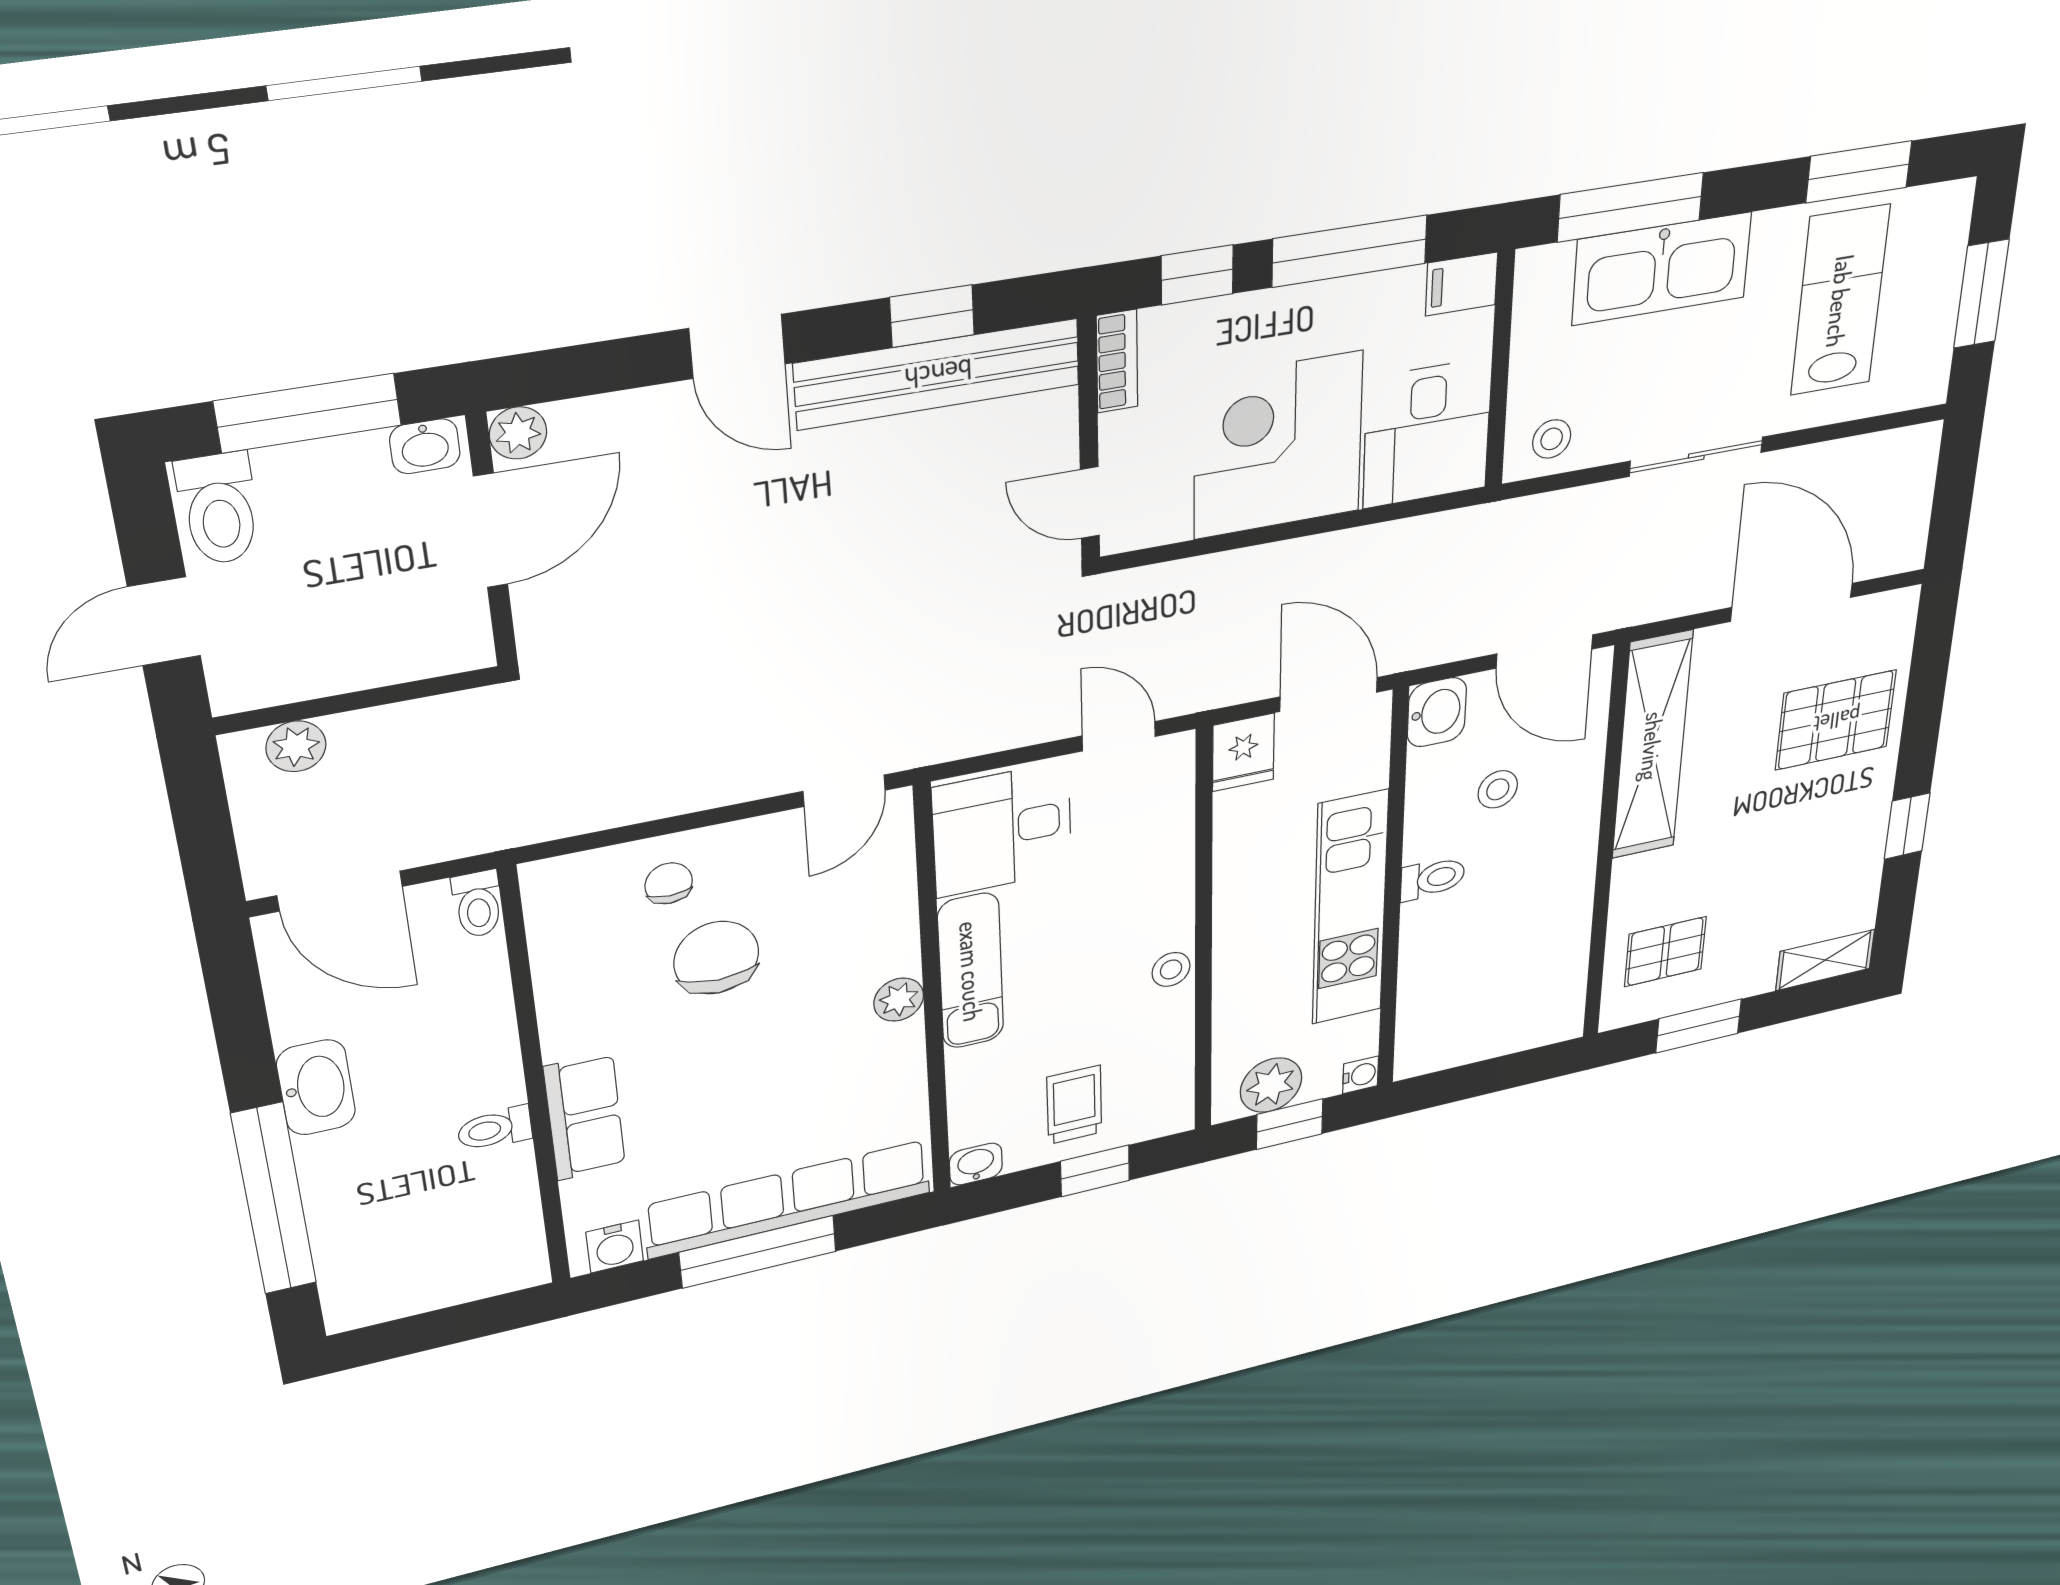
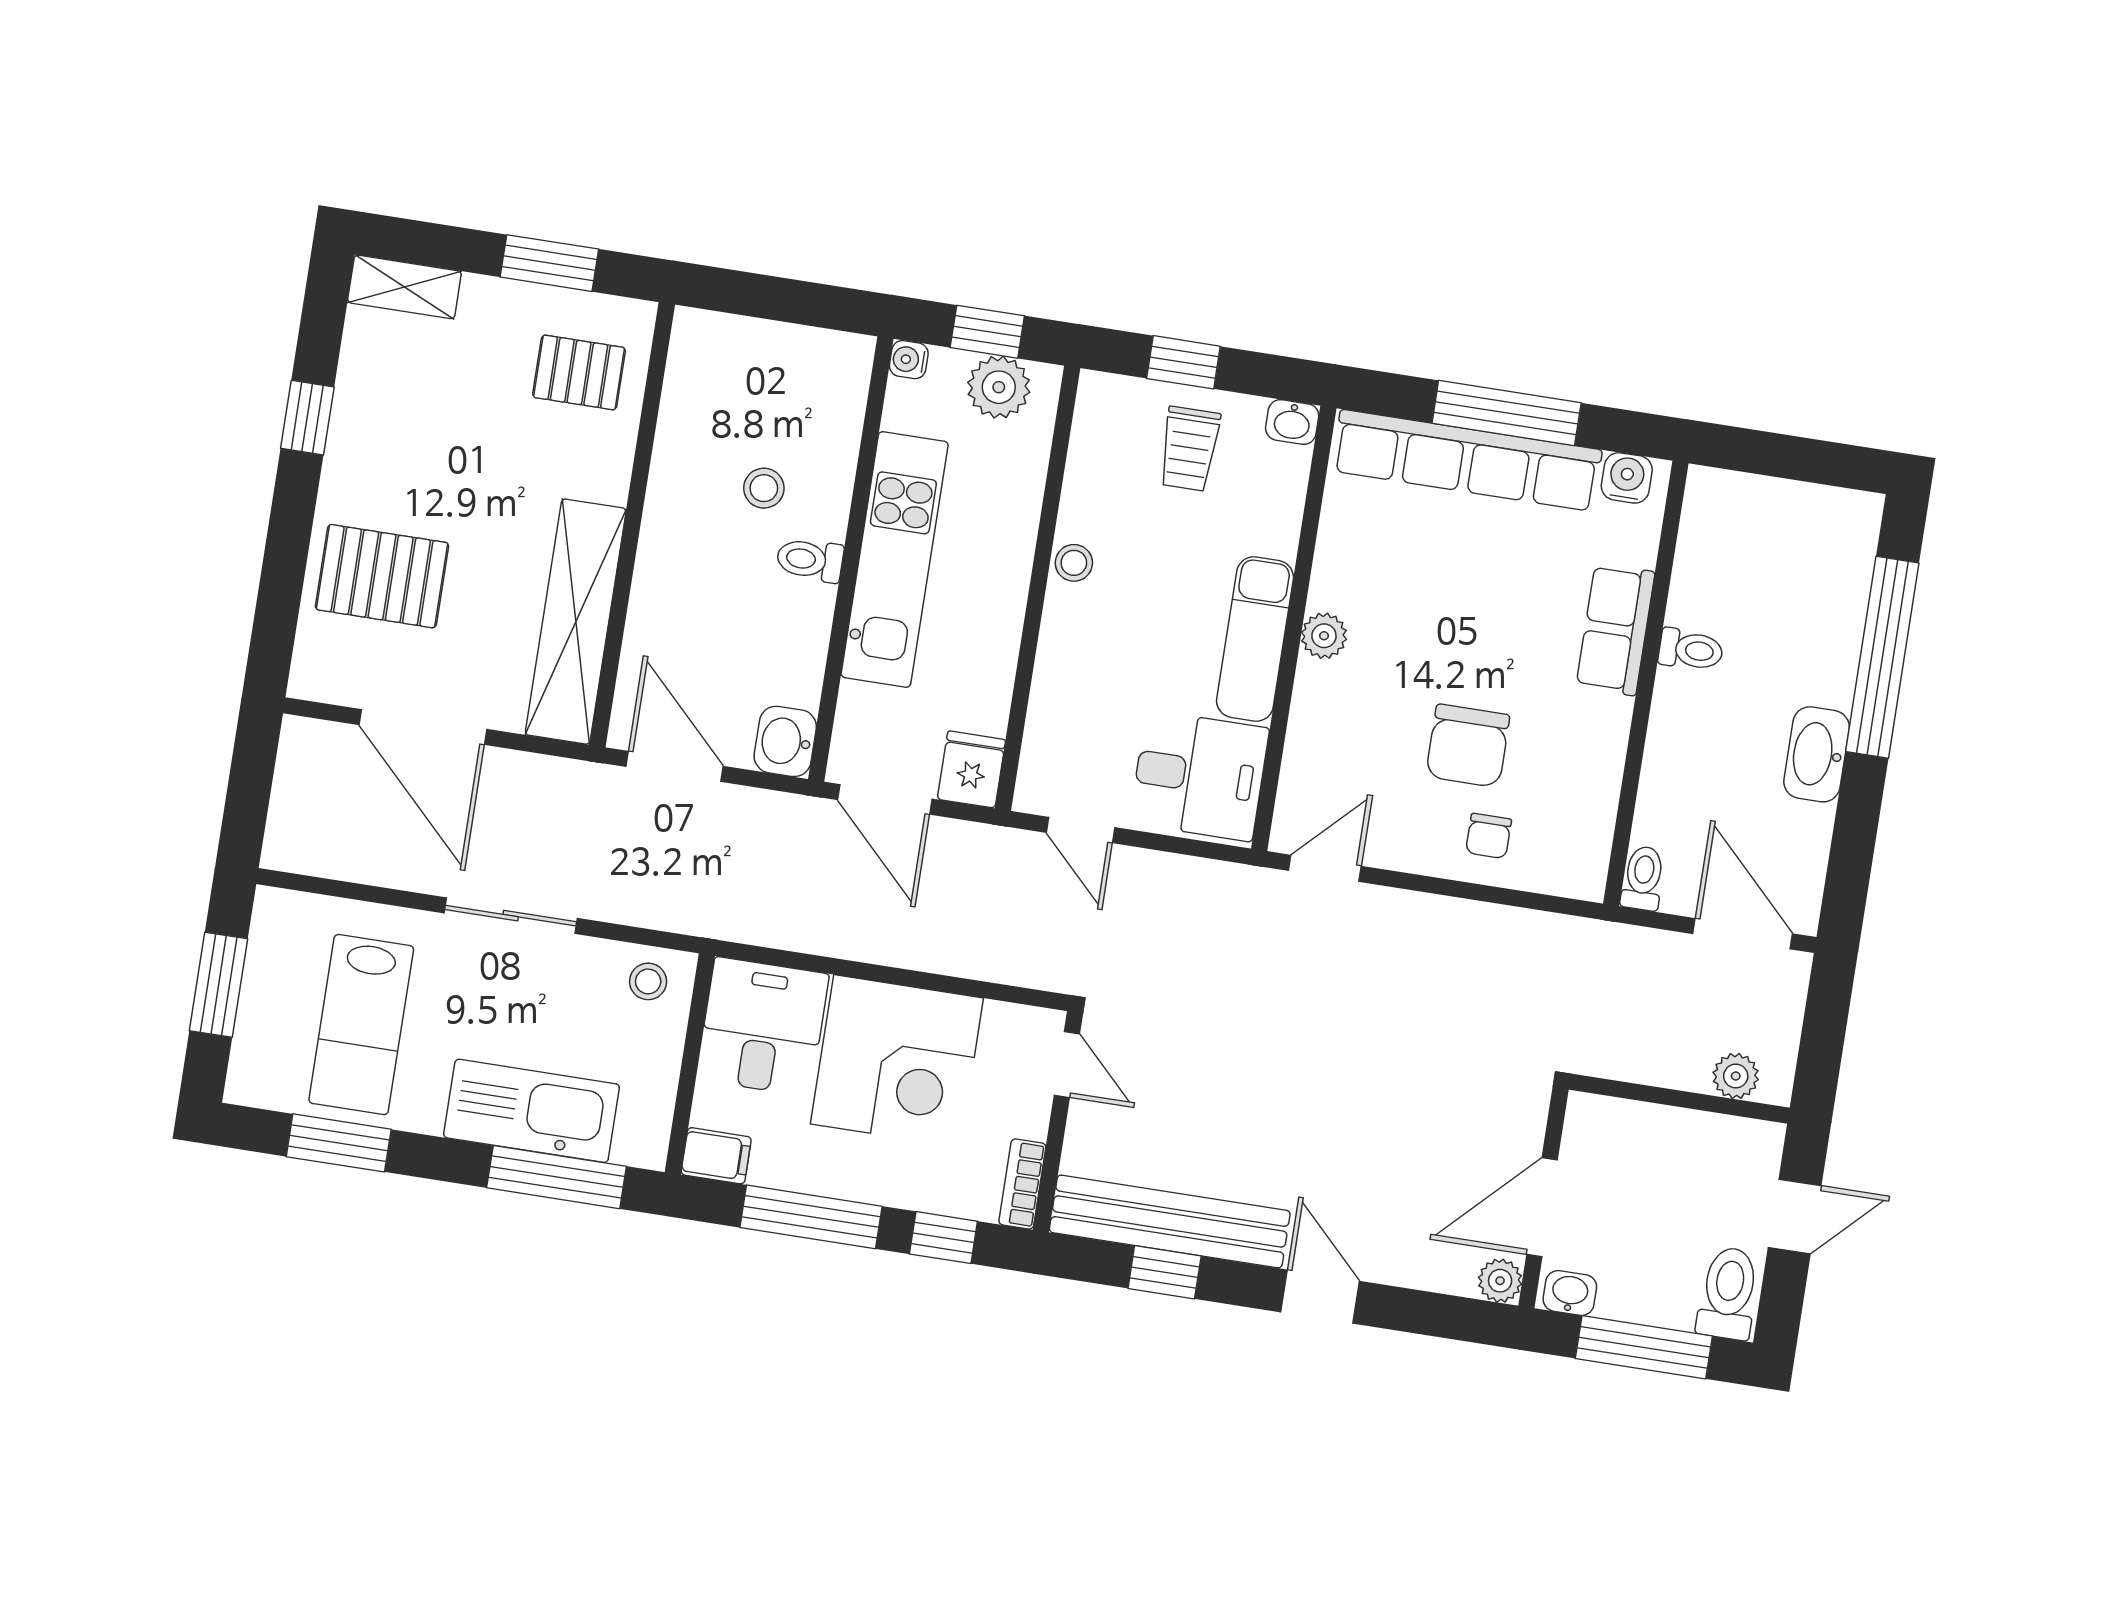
stool: (1498, 789) -> (764, 488), moved

